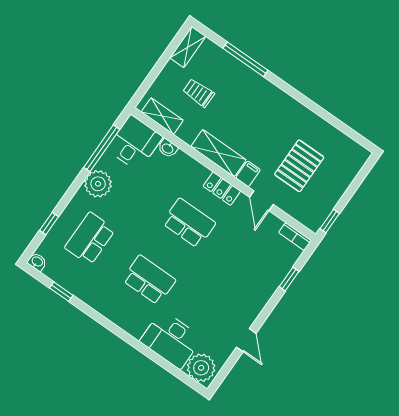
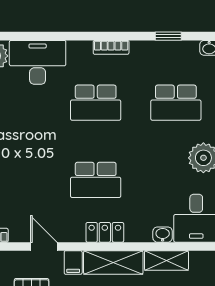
shelving: (162, 116) -> (166, 261), moved
locker: (222, 189) -> (105, 232), moved
school desk: (90, 239) -> (176, 103), turned 90
bookcase: (109, 313) -> (111, 47), added

